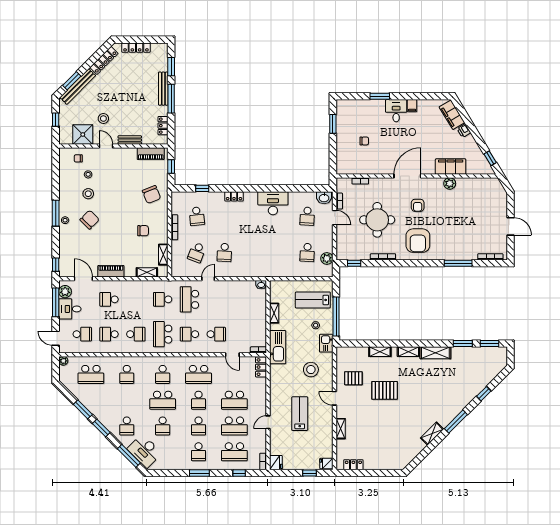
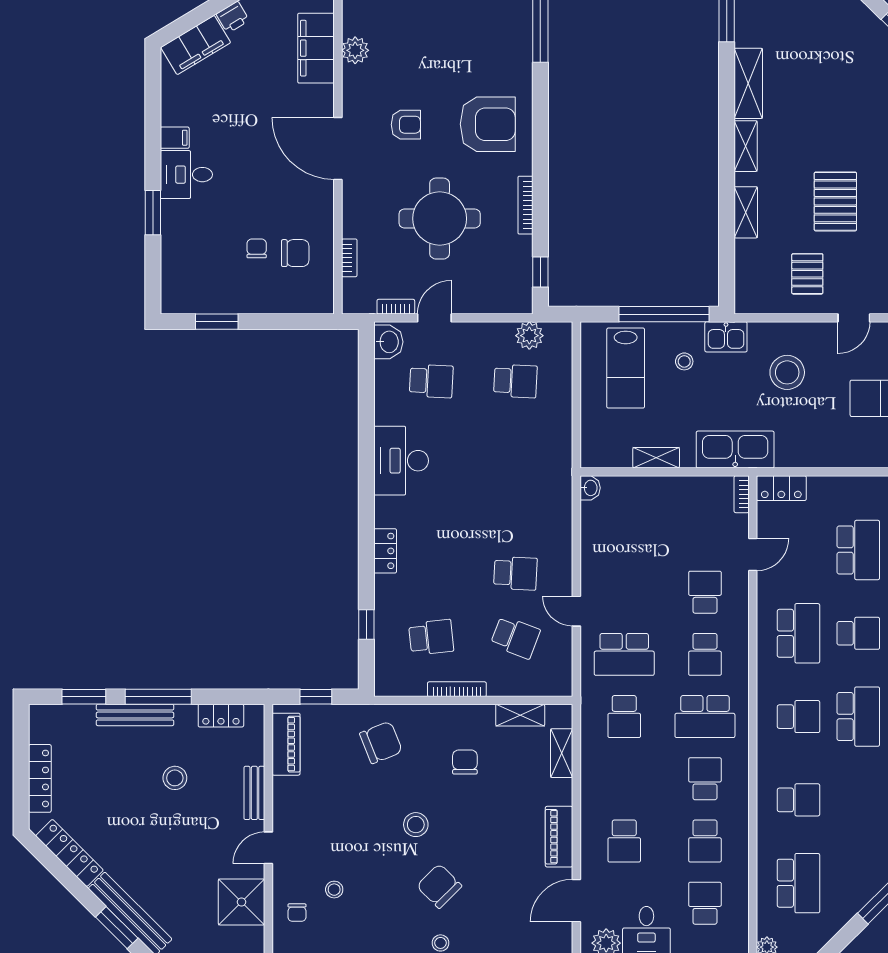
stool: (103, 119) -> (175, 778), moved
chair: (362, 158) -> (295, 253), added
stool: (88, 194) -> (416, 825), moved

